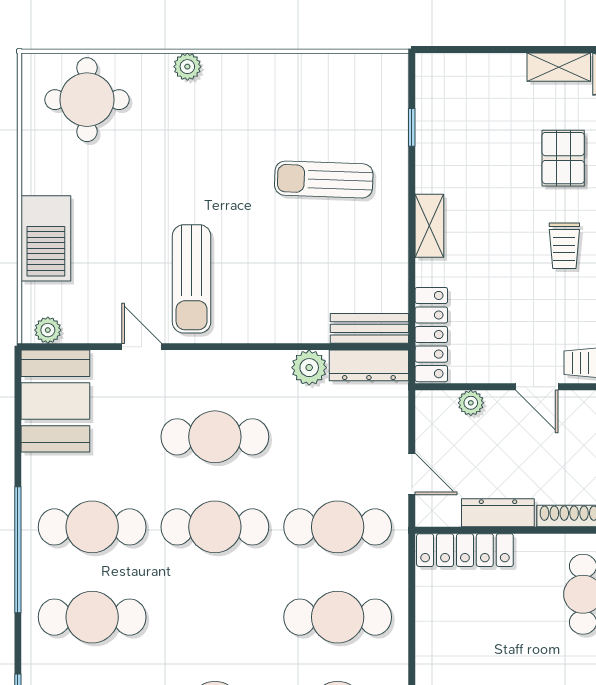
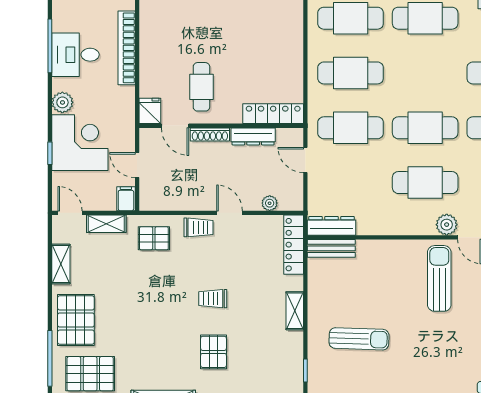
trolley: (564, 246) -> (213, 299), turned -90
plant: (309, 368) -> (447, 225), moved

